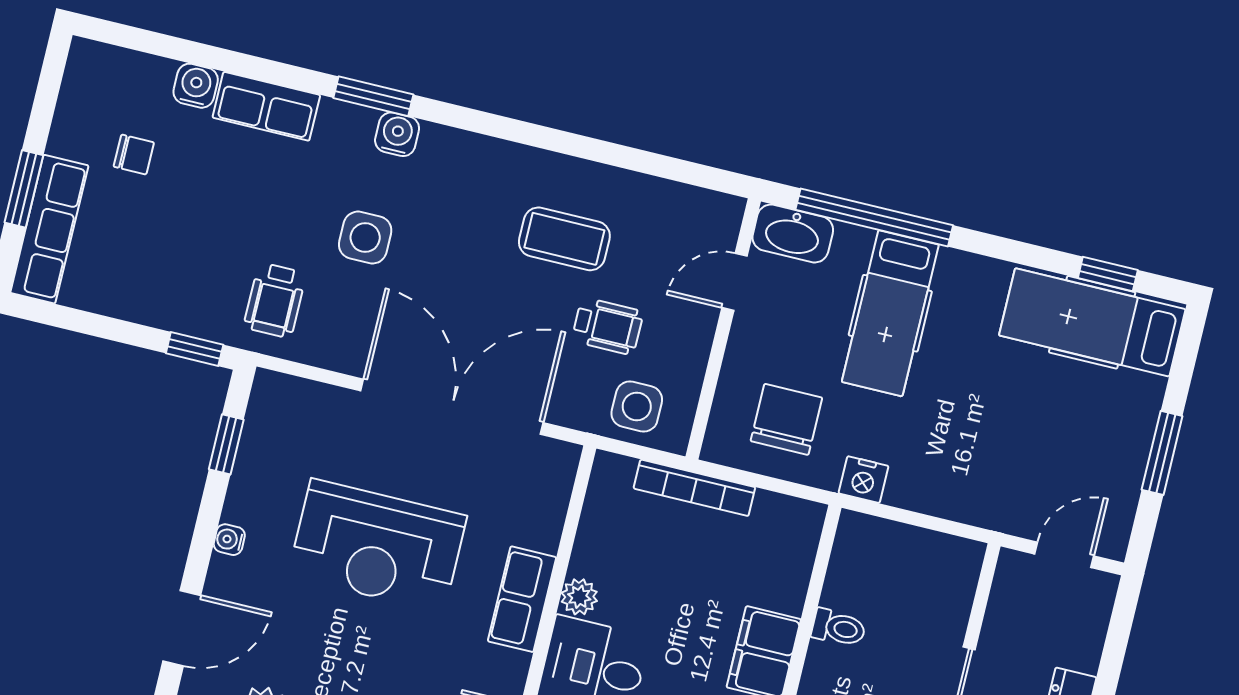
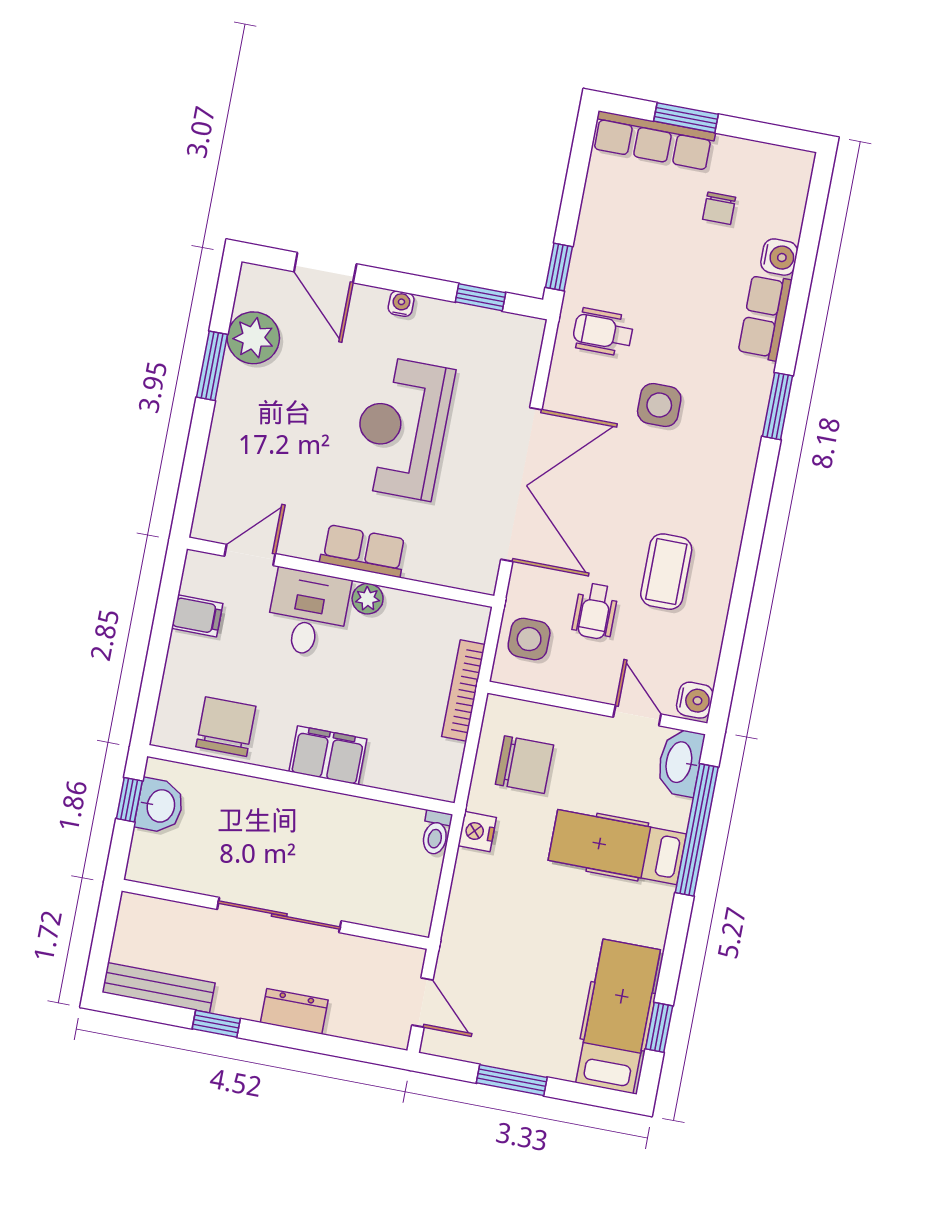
water cooler: (397, 134) -> (695, 700), moved
toilet: (839, 628) -> (436, 833), moved

